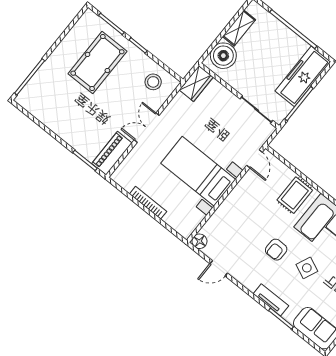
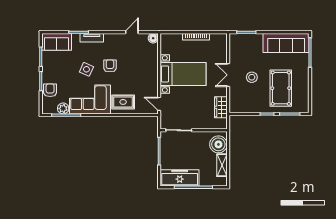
freezer: (303, 76) -> (180, 178), moved, turned -90
stool: (153, 82) -> (252, 77), moved
wardrobe: (196, 83) -> (221, 107), moved
sofa: (49, 110) -> (286, 43), added
double door: (147, 128) -> (228, 75), swing flipped
piano: (112, 153) -> (235, 47), removed
rug: (295, 195) -> (123, 102), turned 90

